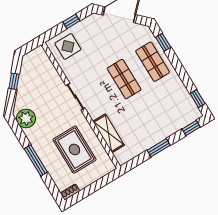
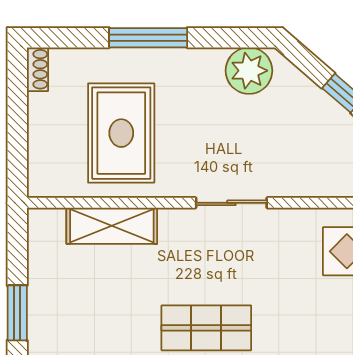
rug: (74, 150) -> (121, 133), turned 90

